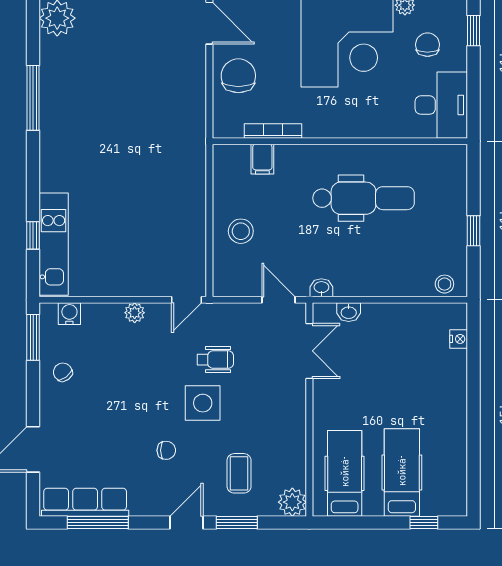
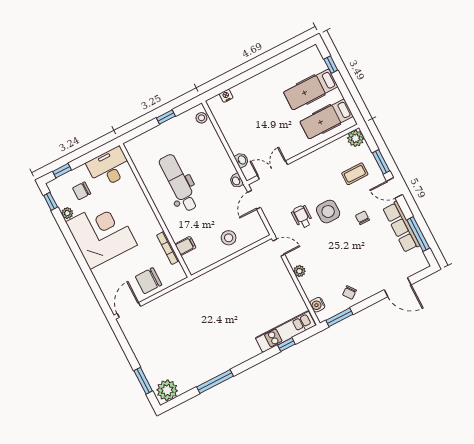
row of seats: (85, 502) -> (401, 227), moved

